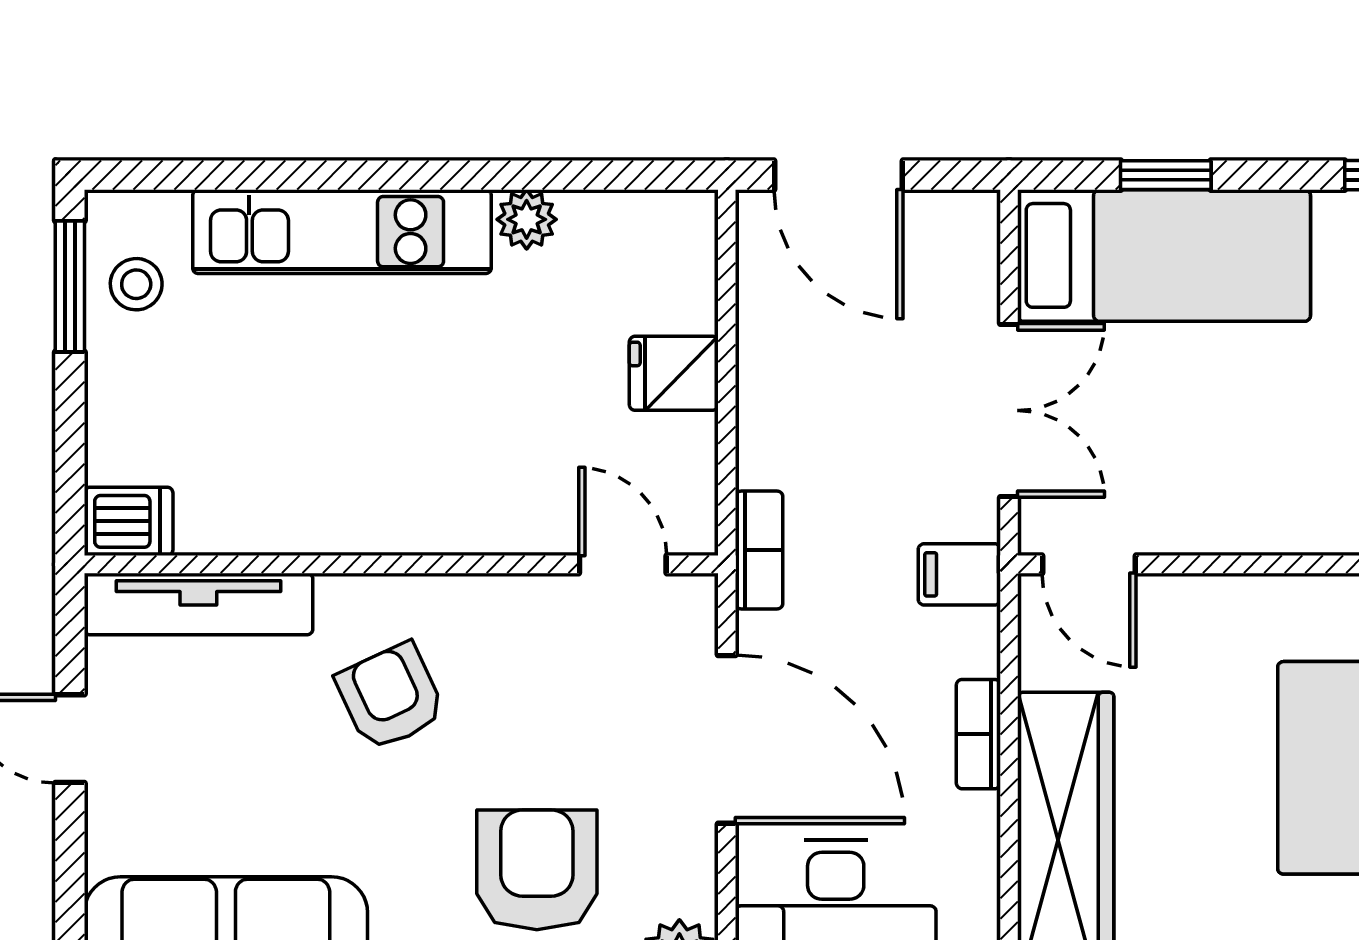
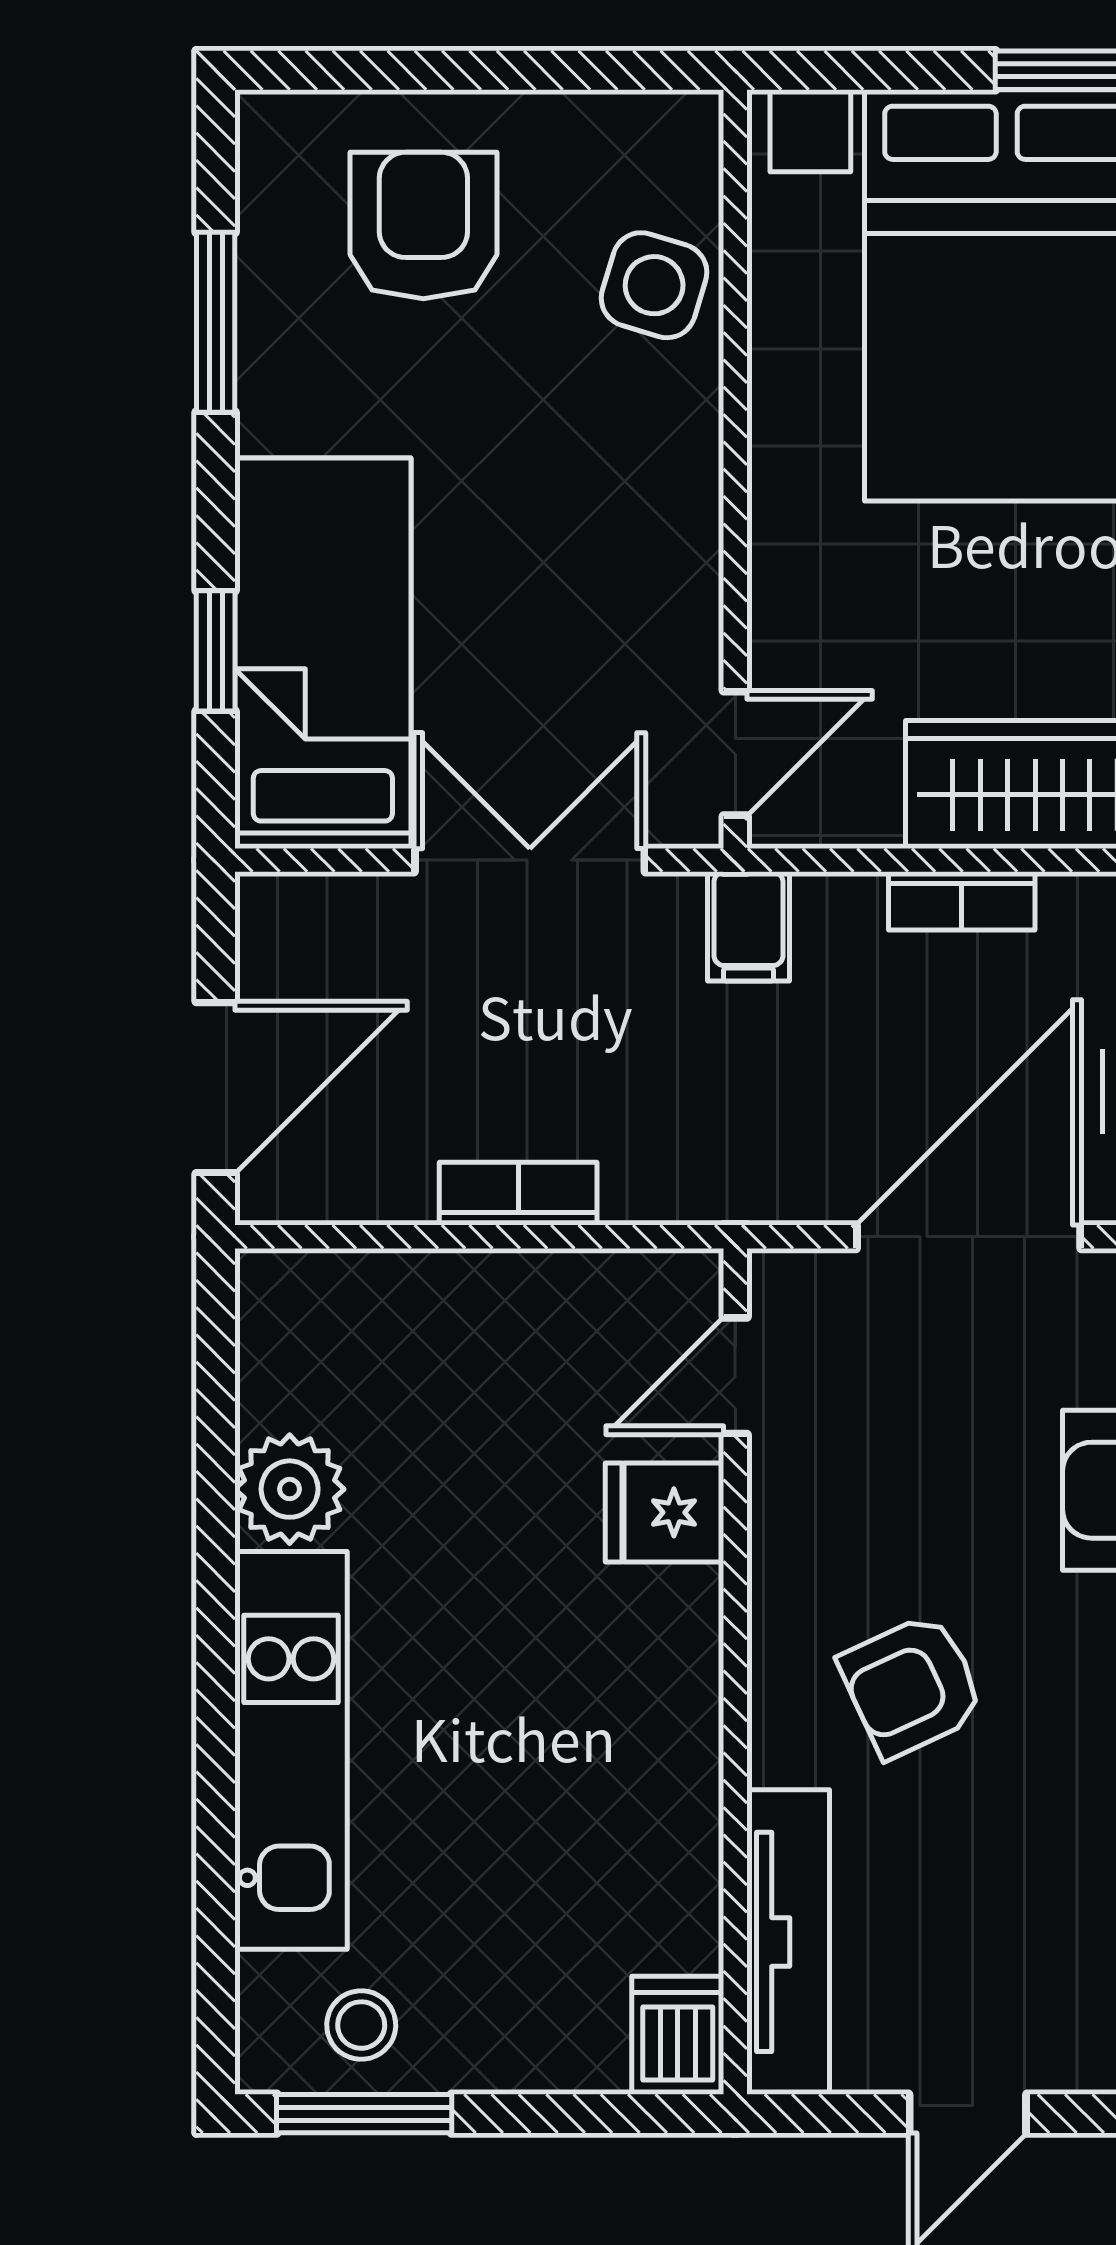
plant: (527, 219) -> (290, 1489), width x1.38, depth x1.38
fridge: (674, 373) -> (664, 1512), moved, turned 90
bookcase: (759, 550) -> (518, 1194), moved

